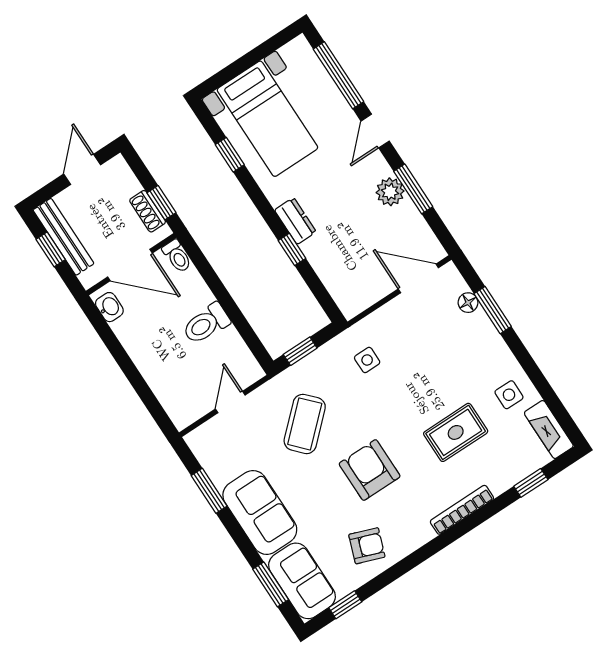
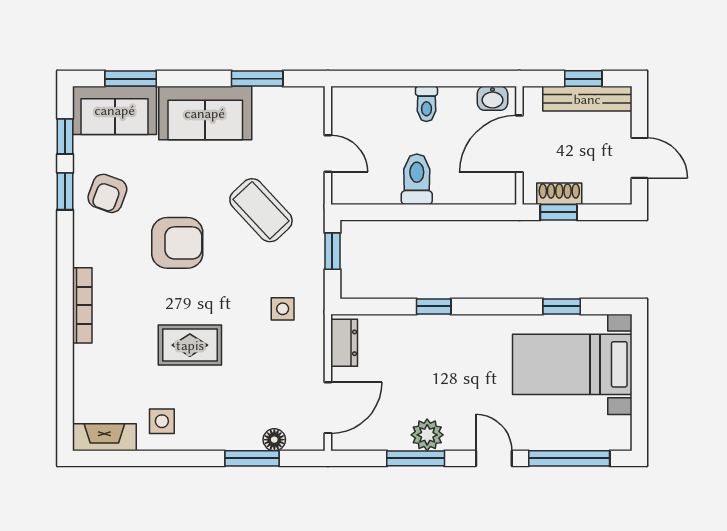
dresser: (295, 221) -> (344, 343), moved, turned -90
toilet: (177, 256) -> (426, 104), moved, turned -90
rug: (456, 432) -> (190, 345), moved, turned 90
window: (531, 483) -> (65, 191), moved

